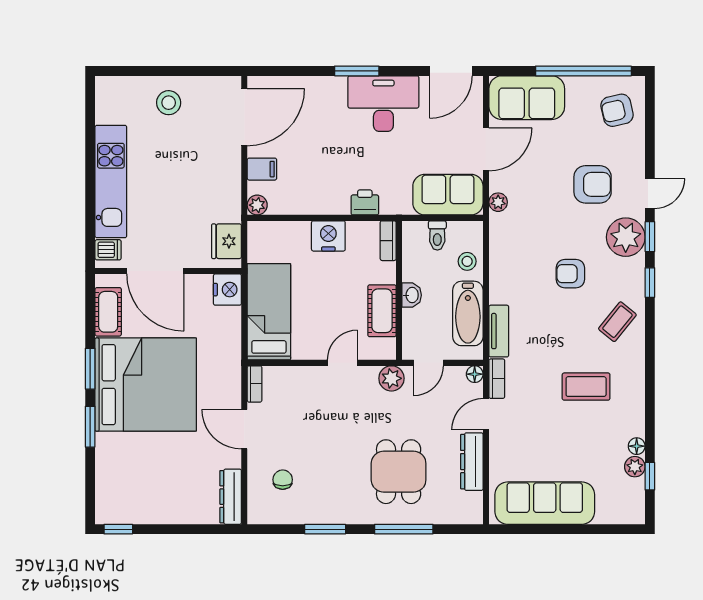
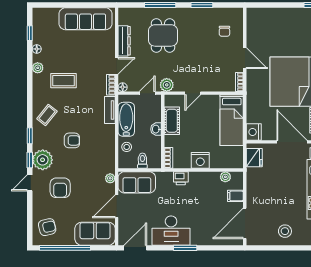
armchair: (593, 184) -> (60, 188), turned -90
plant: (257, 205) -> (225, 177), moved
plant: (635, 467) -> (38, 68), moved
dresser: (231, 497) -> (252, 22), removed

